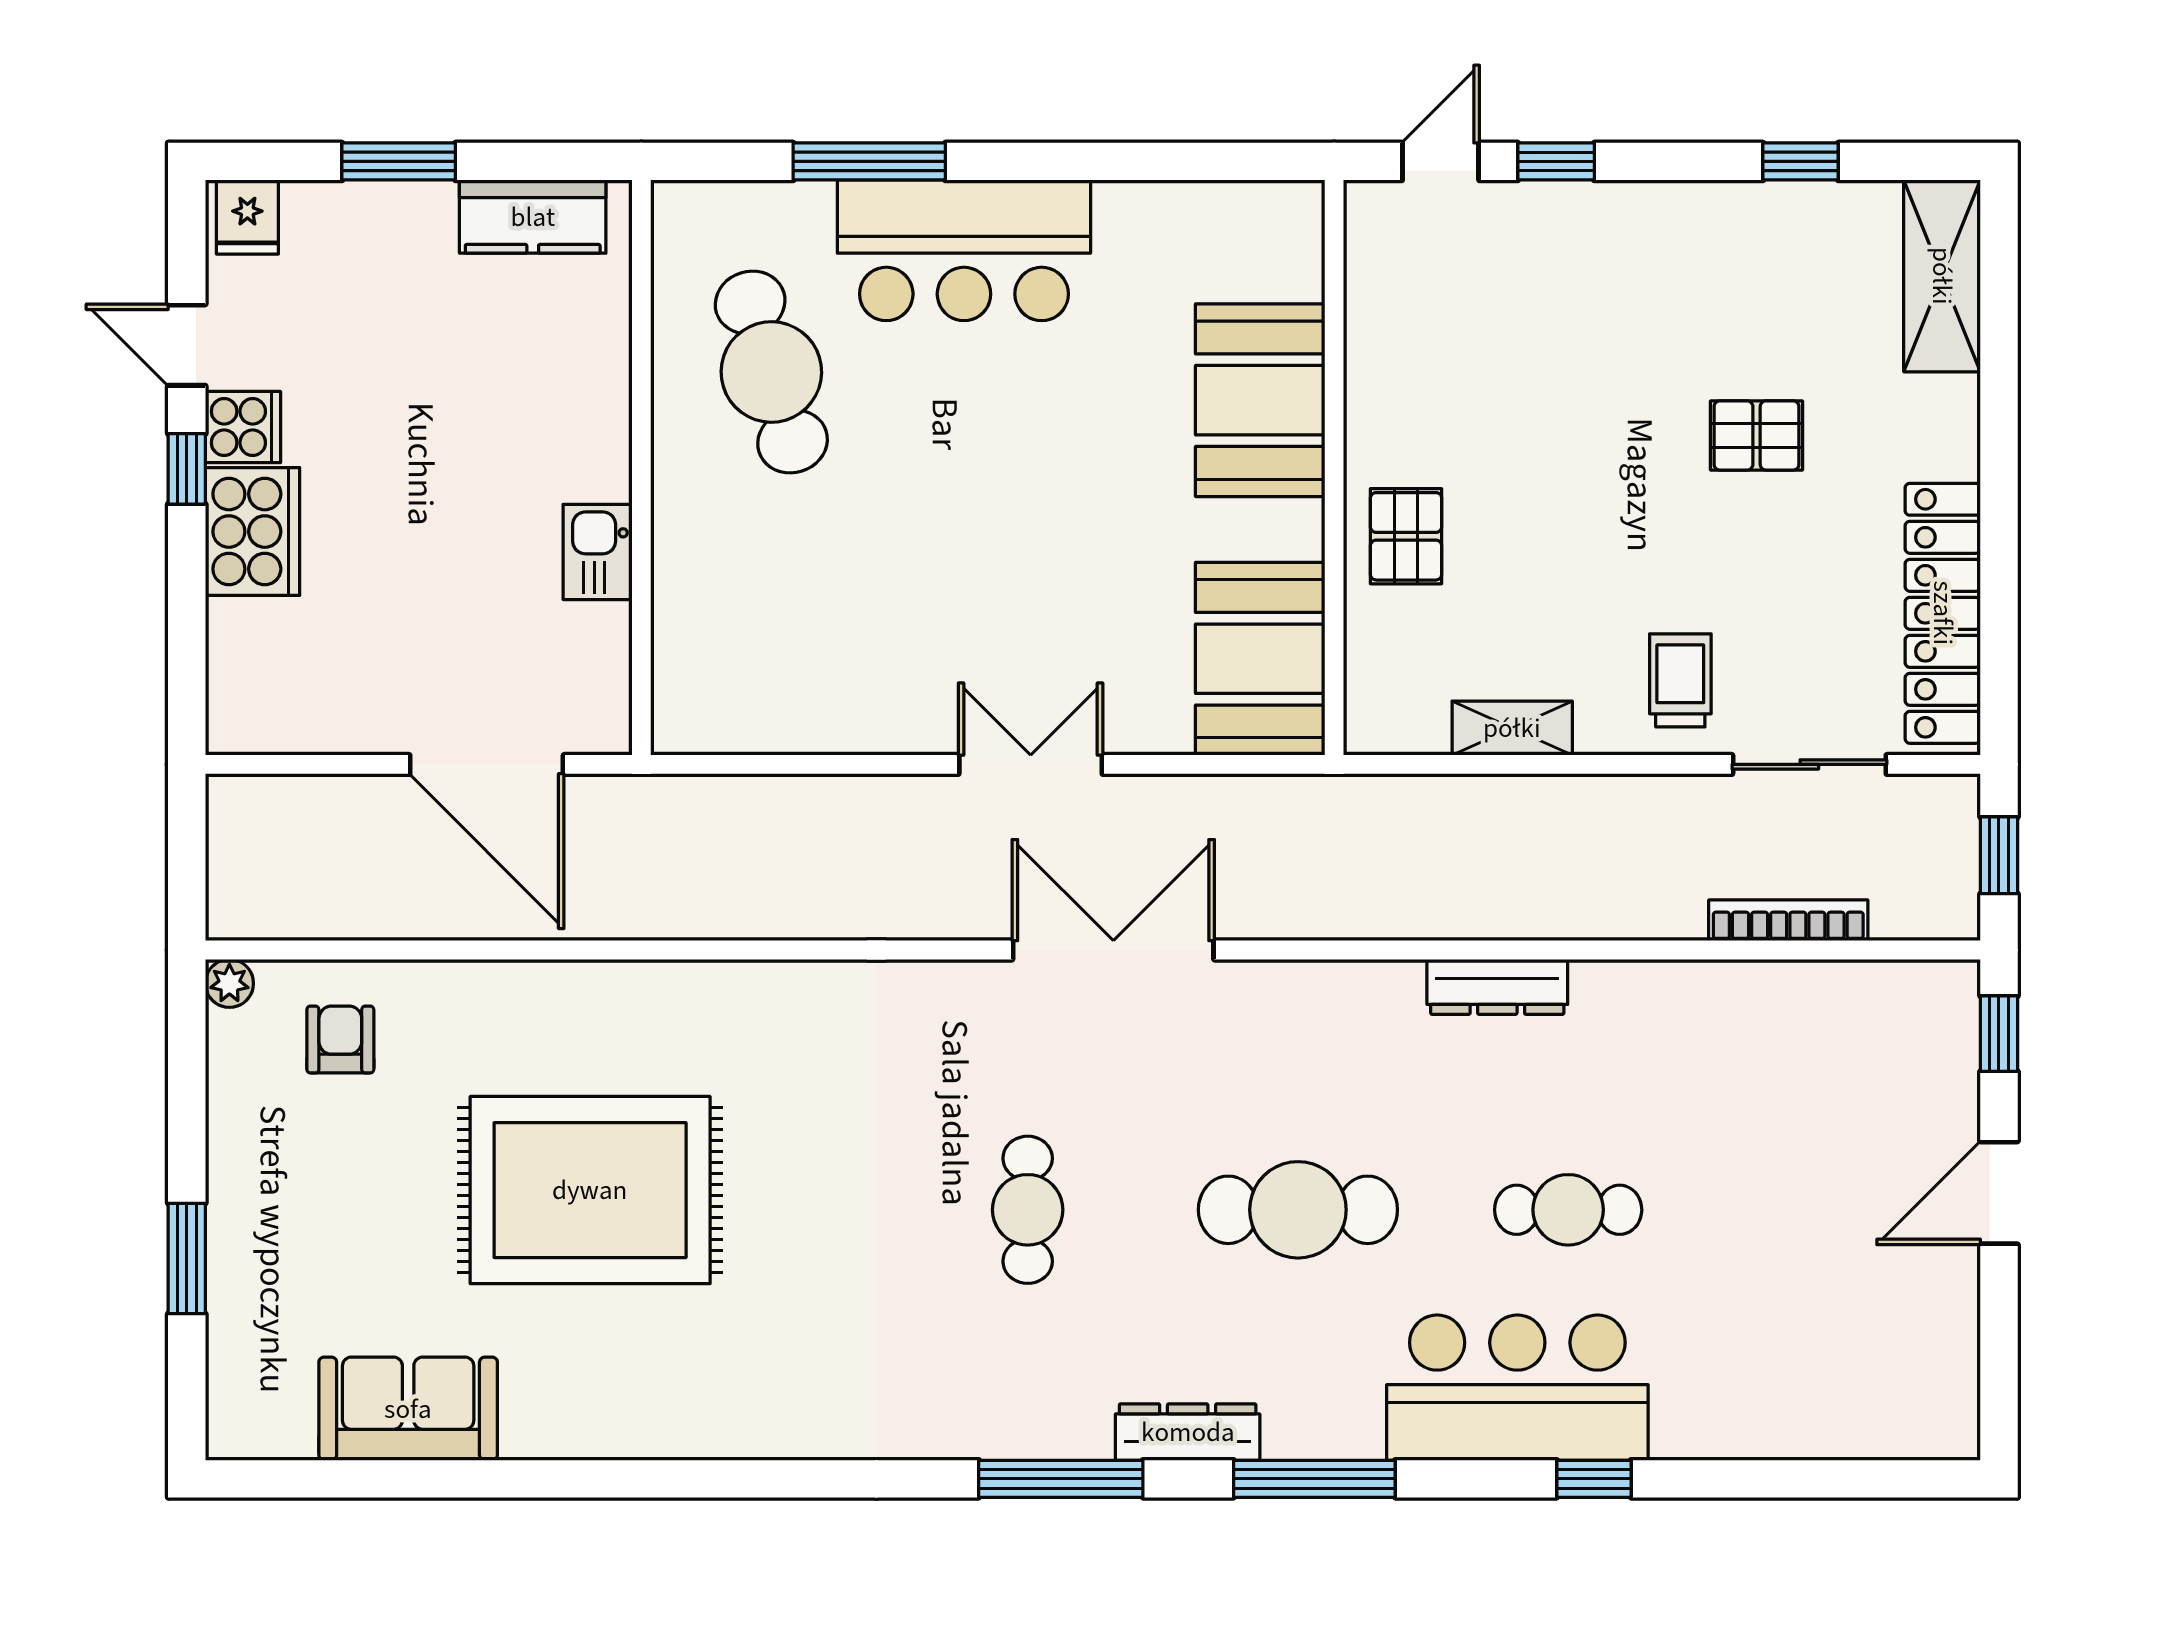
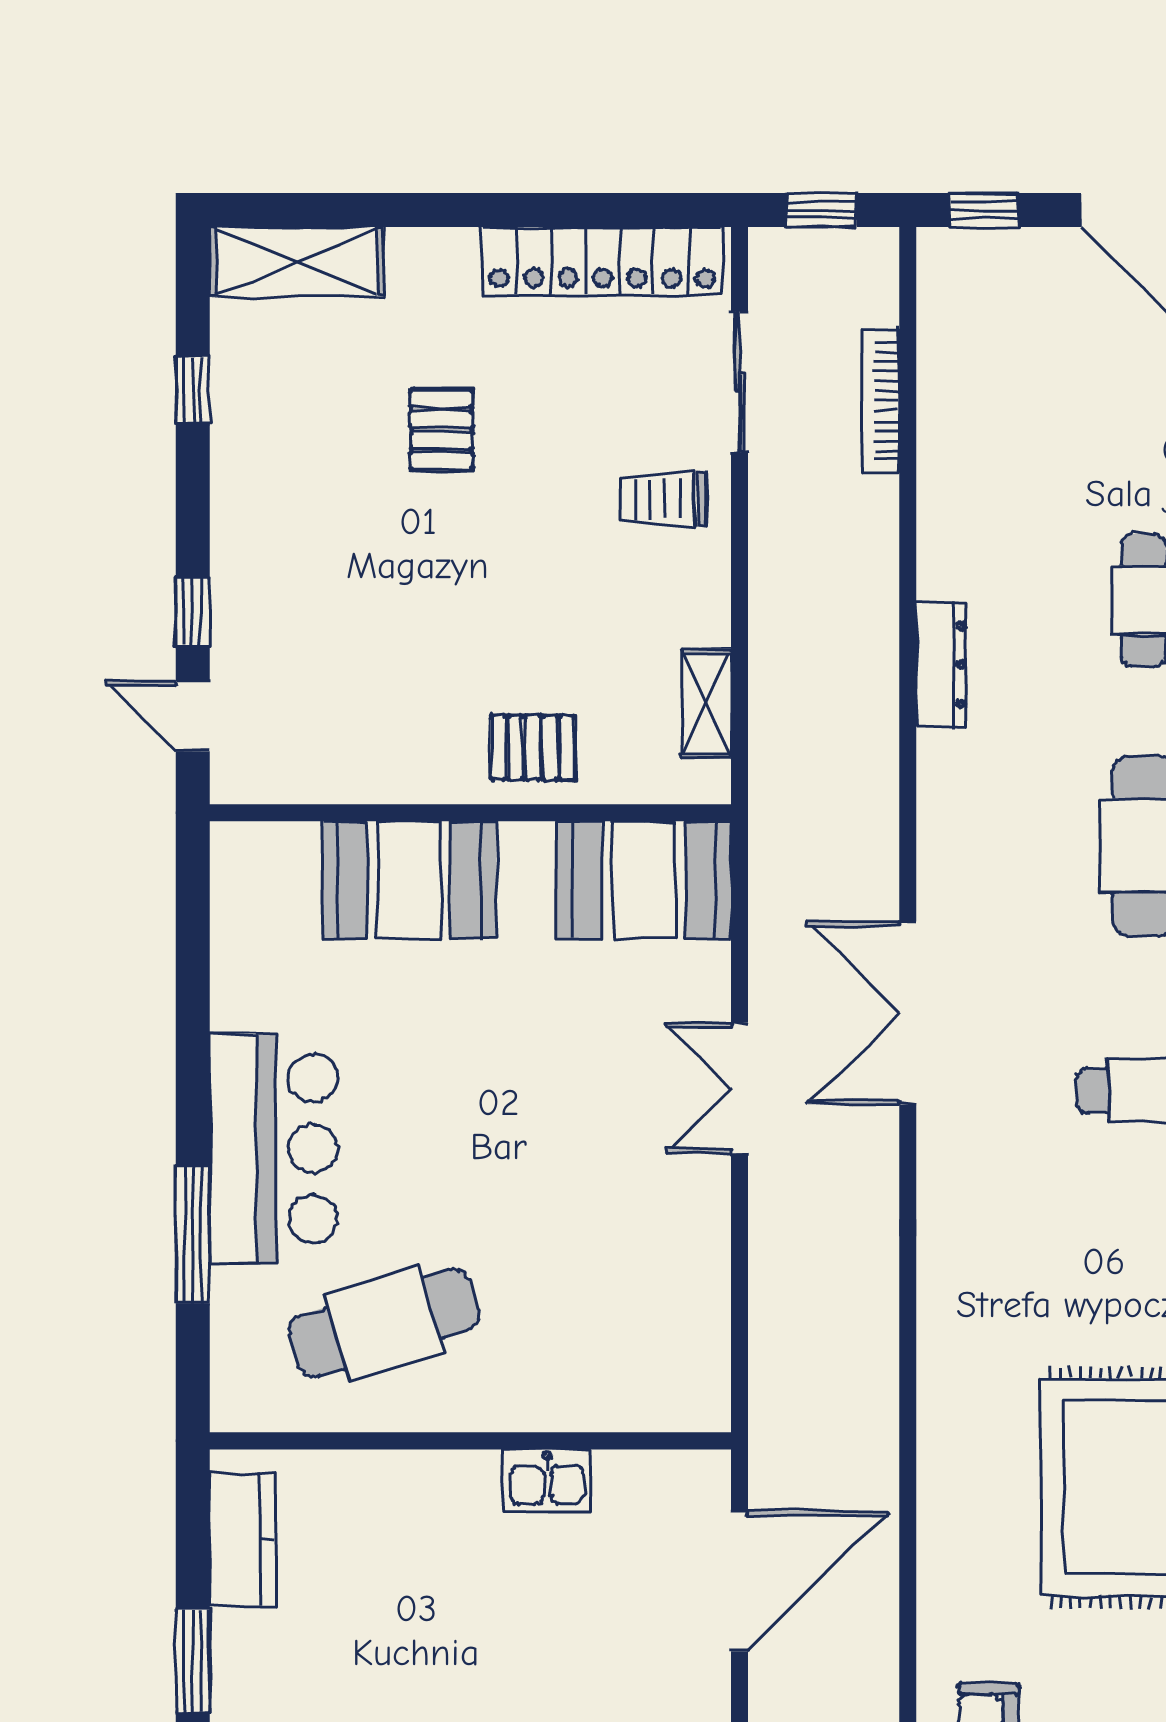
shelving: (1512, 728) -> (707, 704), moved

